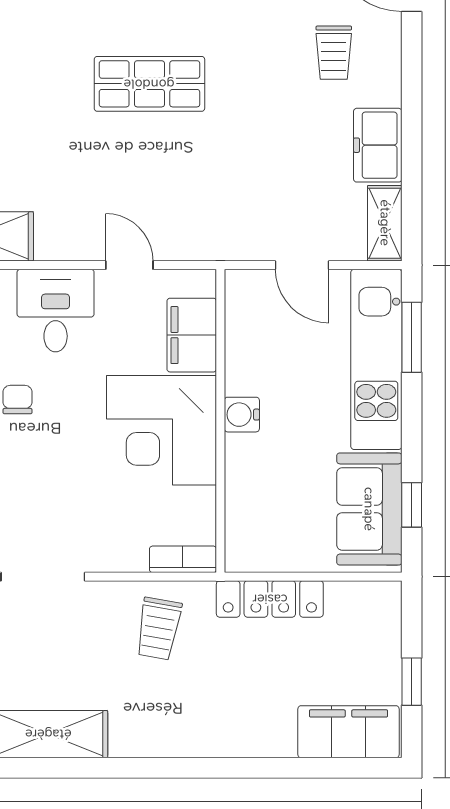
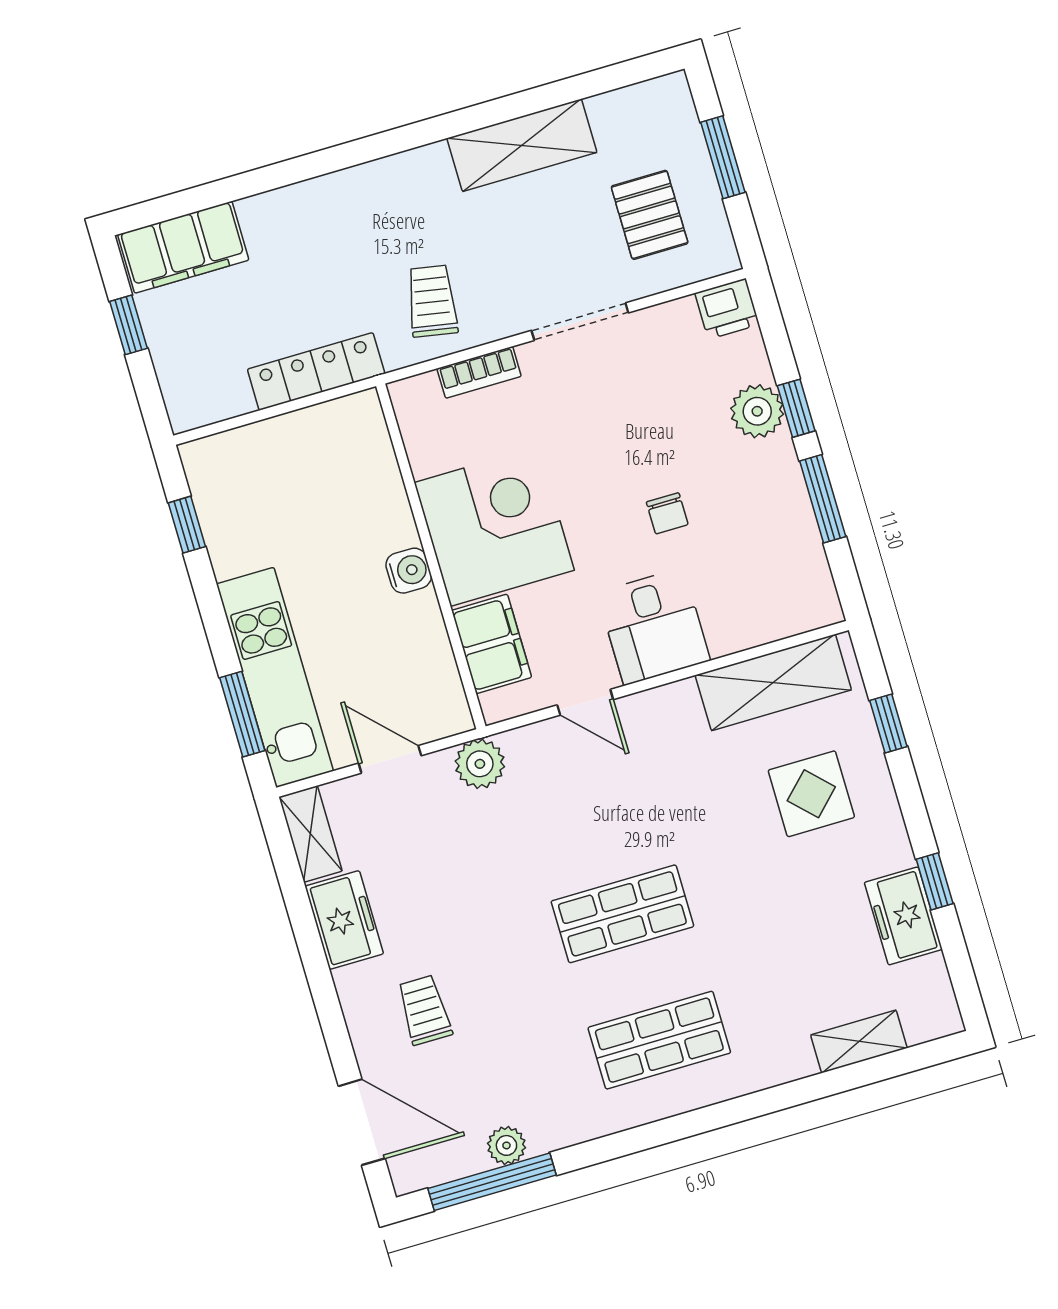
plant: (230, 240) -> (480, 764), added
sofa: (369, 509) -> (233, 506), removed
bookcase: (183, 559) -> (479, 372), moved

